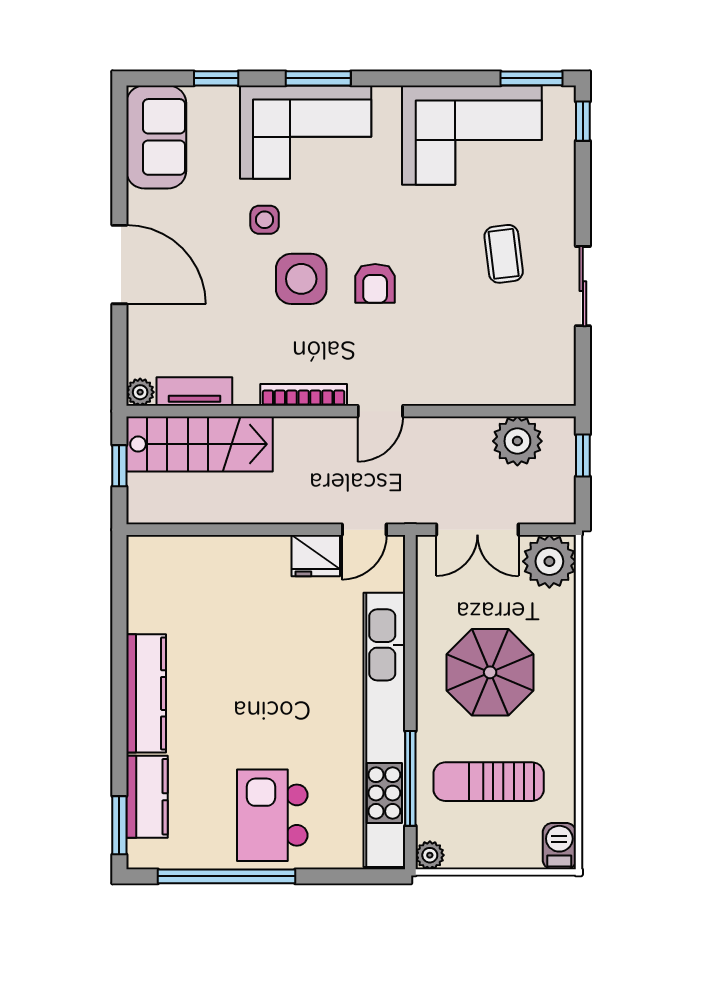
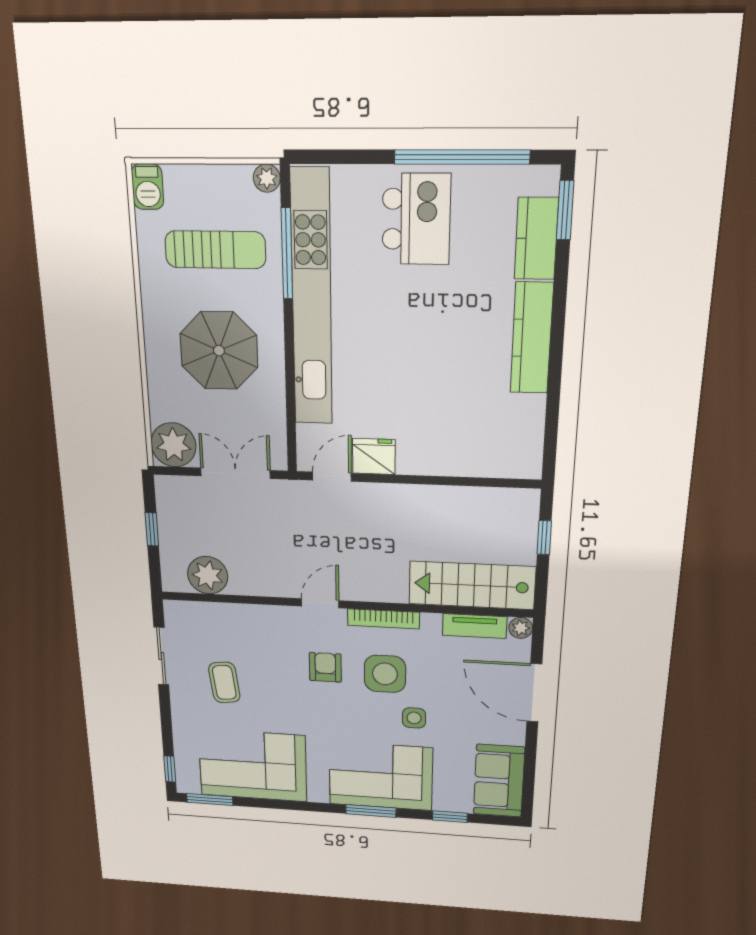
plant: (140, 392) -> (521, 628), moved
tv unit: (194, 392) -> (475, 626), moved
bookcase: (304, 395) -> (383, 619), moved
wall: (351, 411) -> (344, 604), moved
door: (380, 411) -> (320, 603), moved
plant: (517, 441) -> (208, 575), moved
stairs: (200, 444) -> (472, 585), moved

